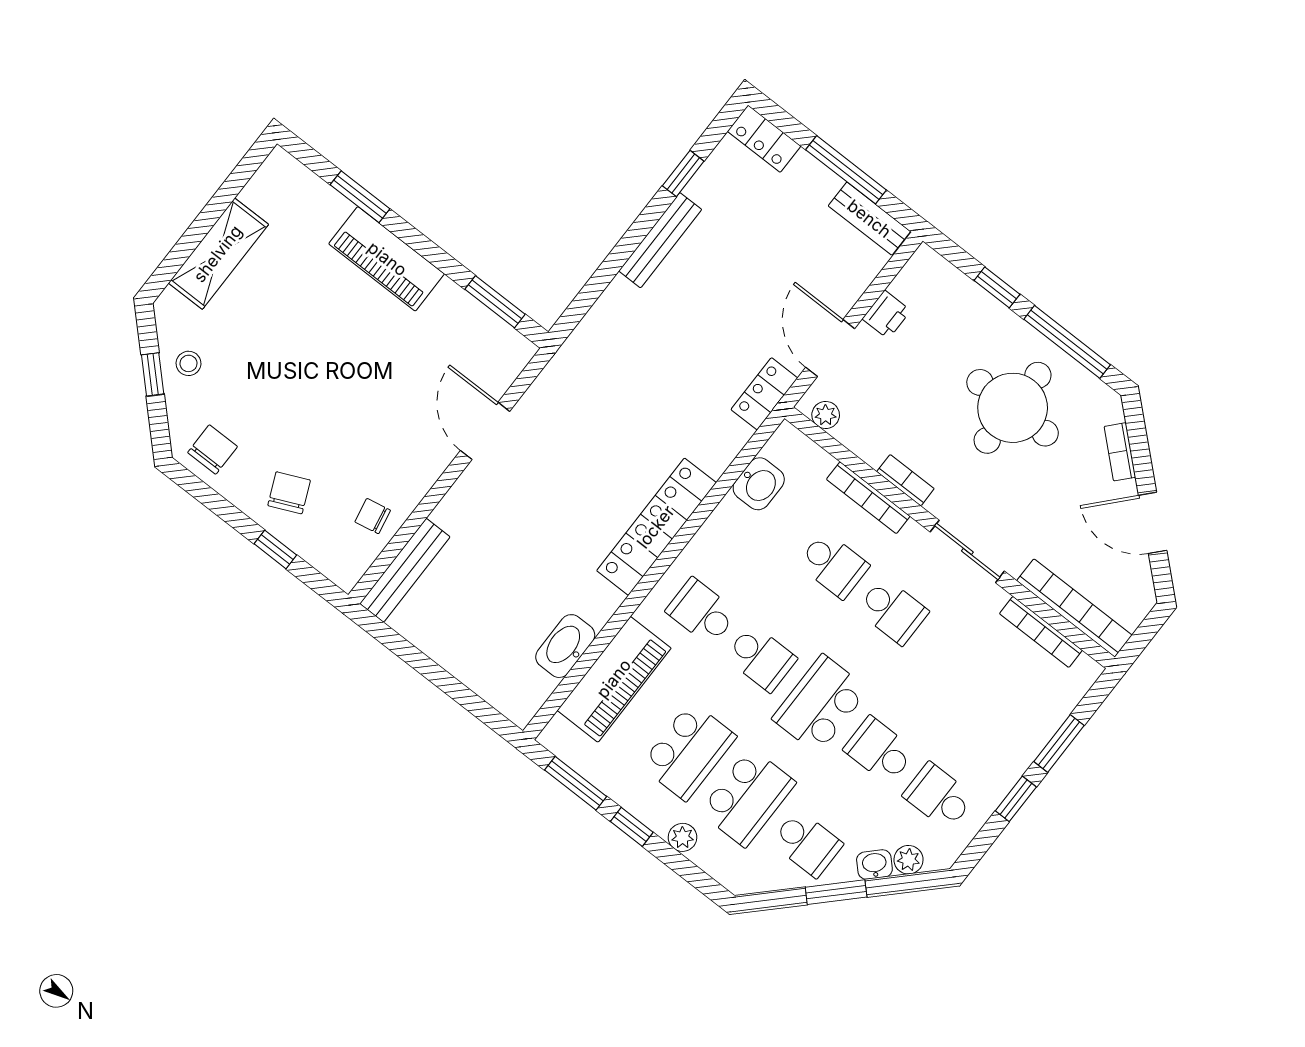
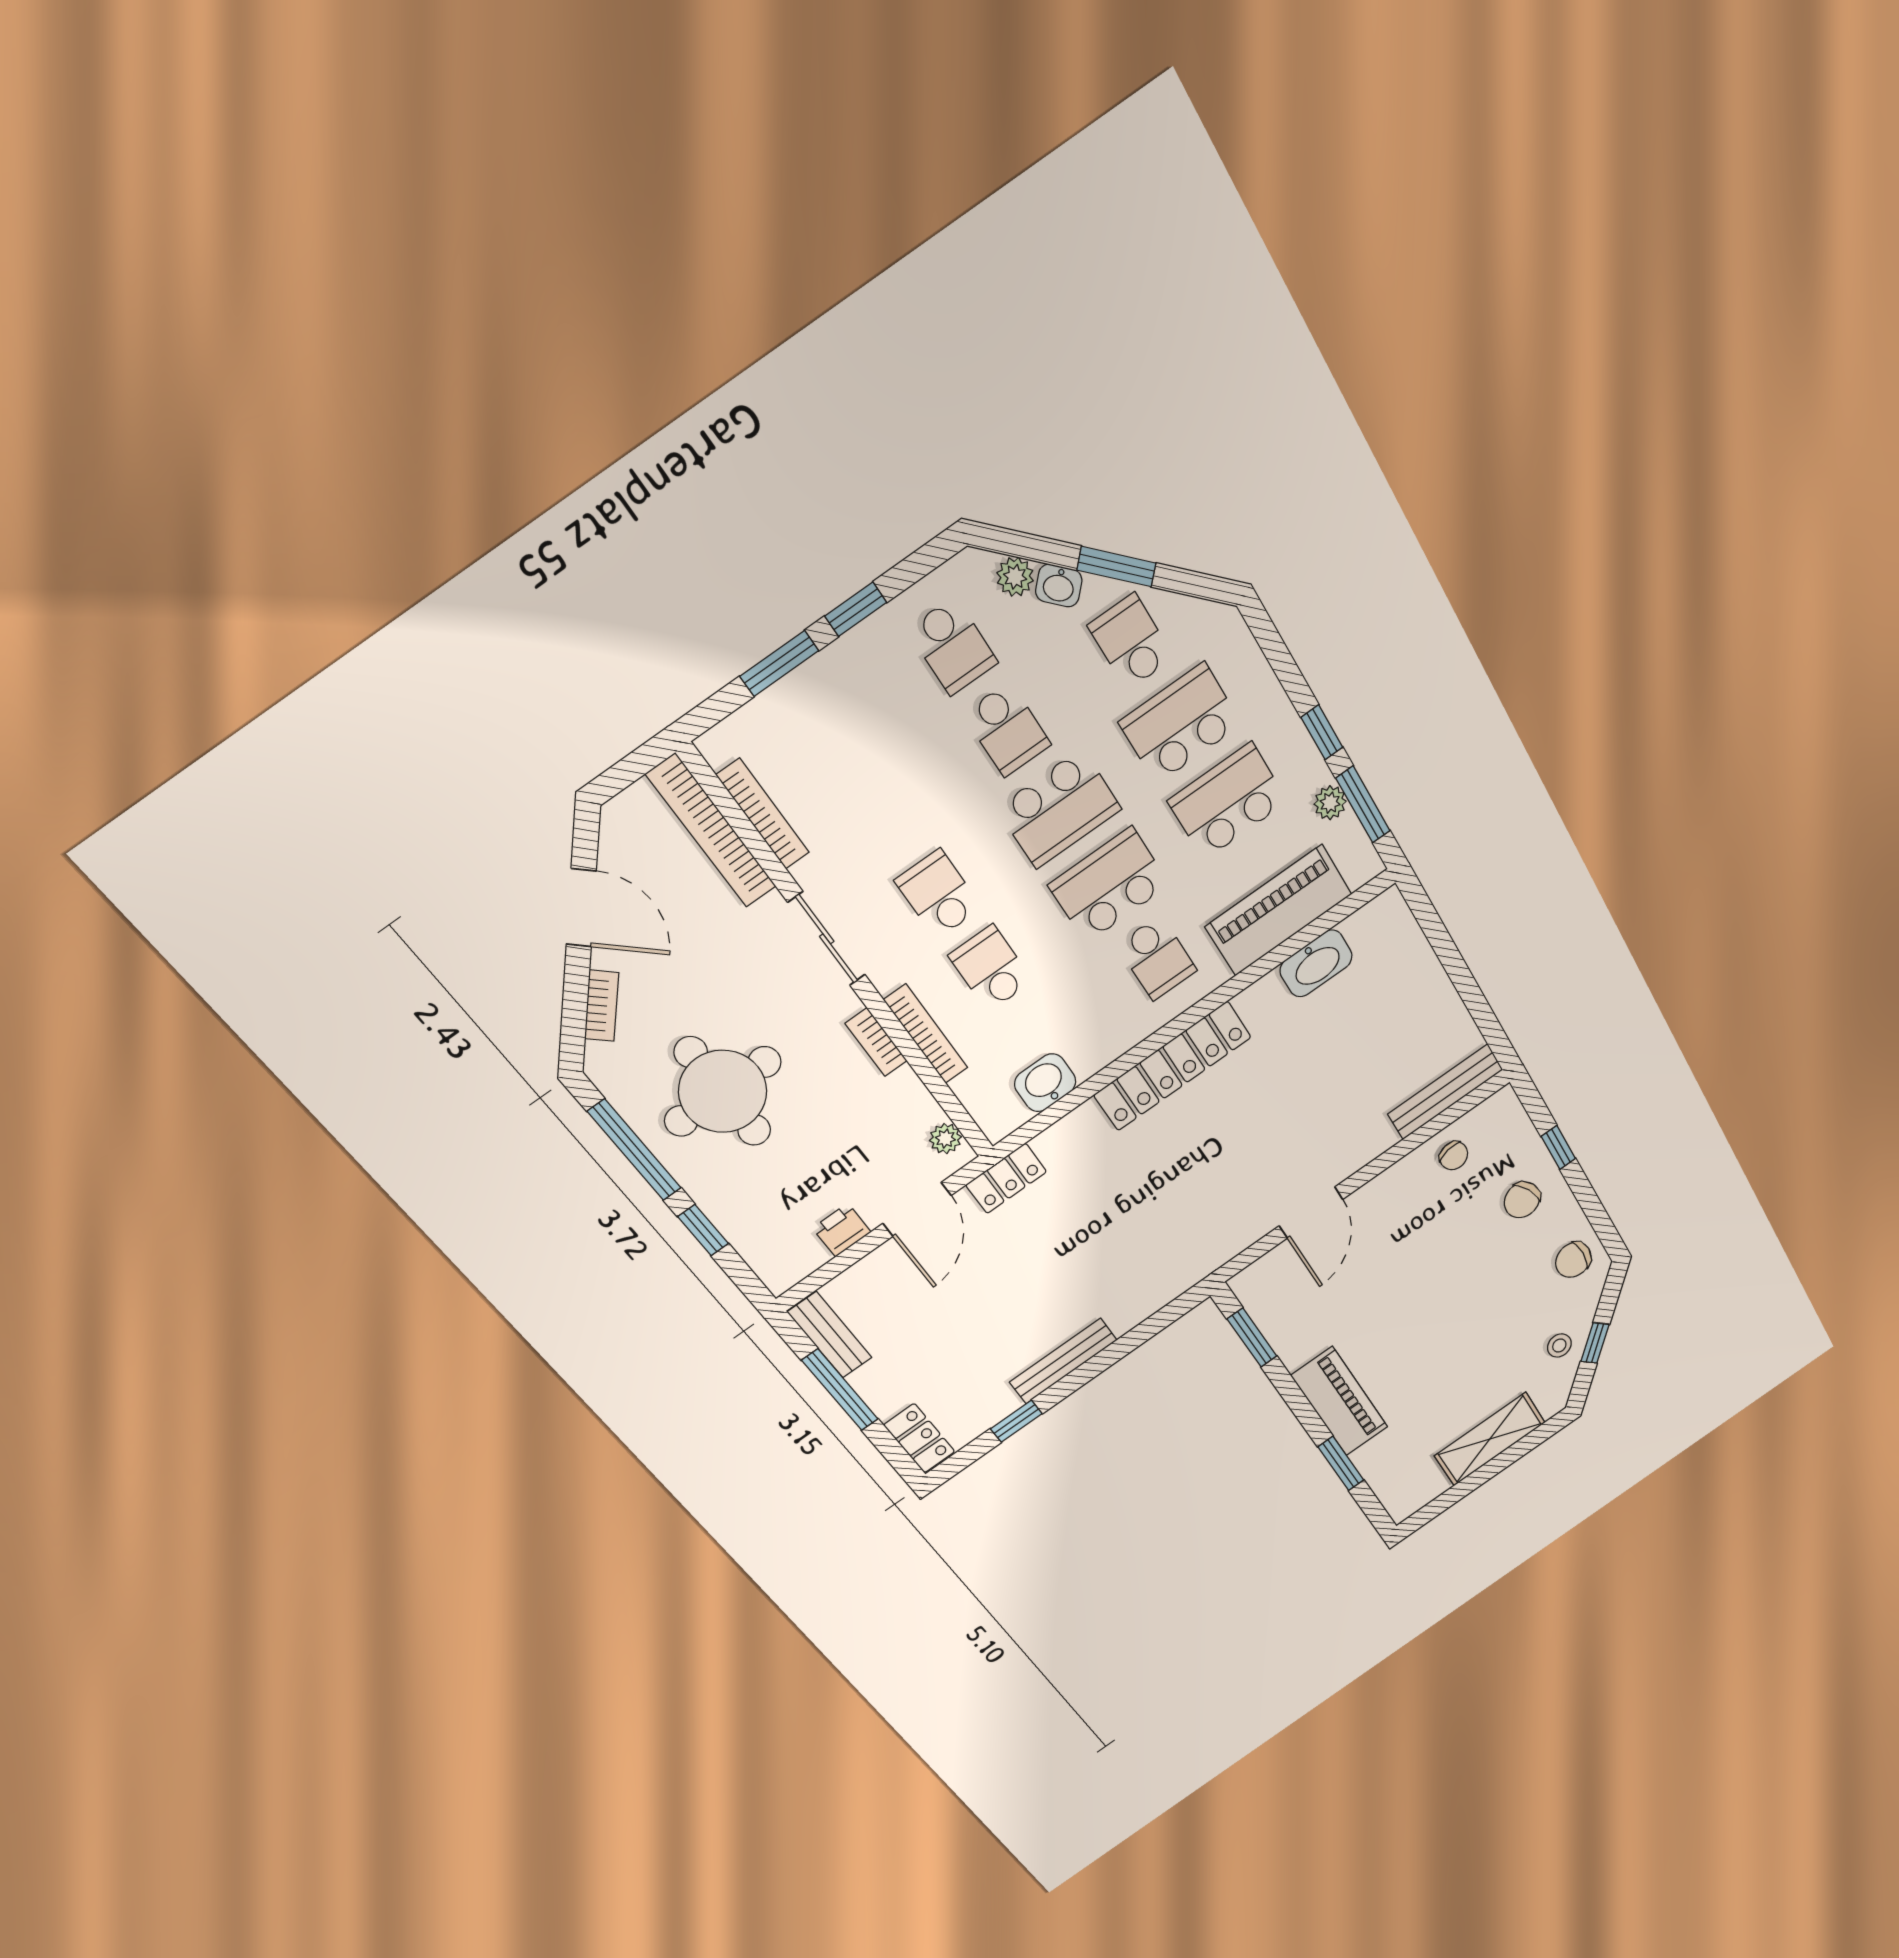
school desk: (761, 658) -> (1109, 885), width x1.85
plant: (683, 837) -> (1330, 803), moved

